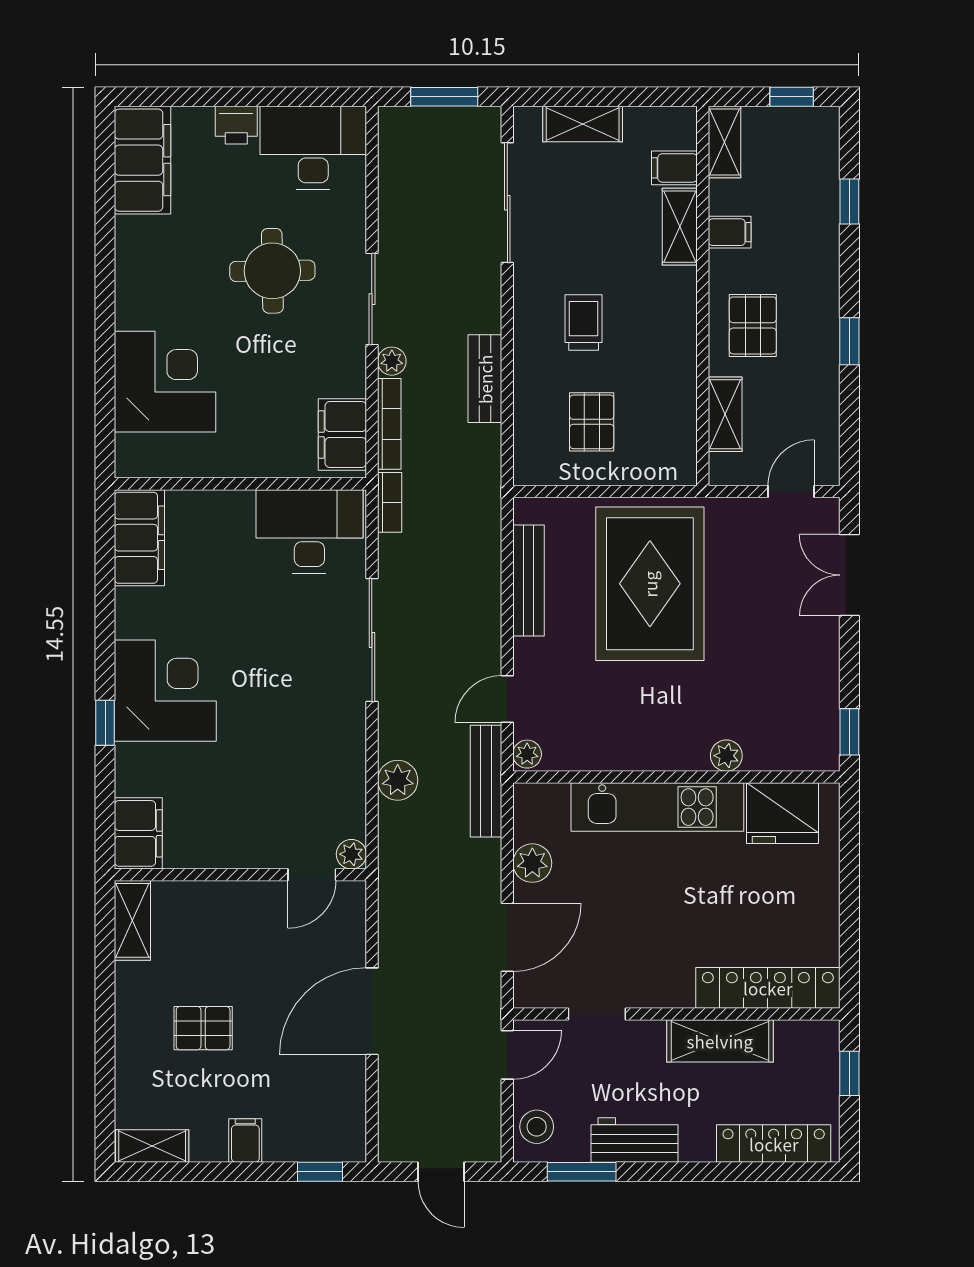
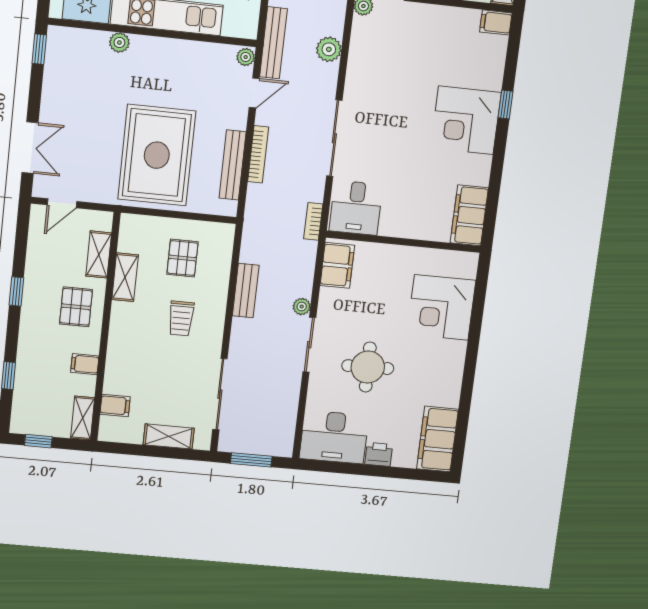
shelving: (680, 227) -> (125, 277), moved
bookcase: (389, 424) -> (258, 154), moved, turned 180
desk: (309, 531) -> (356, 208), width x0.73
filing cabinet: (138, 833) -> (496, 22), width x0.50

